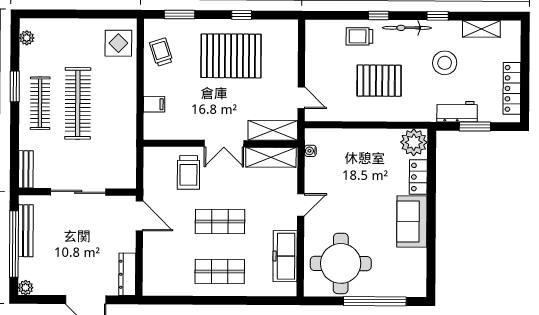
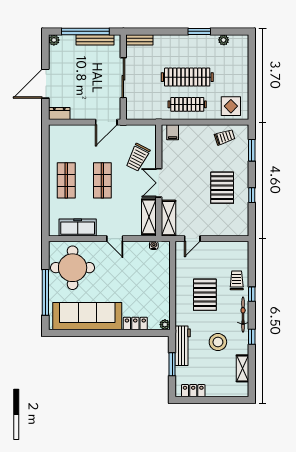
plant: (27, 38) -> (224, 40), moved
pallet: (231, 56) -> (222, 188), width x0.73, depth x0.71
locker: (512, 88) -> (193, 391), width x0.66
clothes rail: (40, 103) -> (187, 104), moved
filing cabinet: (154, 104) -> (173, 132), moved
workbench: (457, 112) -> (183, 346), width x1.38
plant: (414, 142) -> (165, 325), width x0.53, depth x0.53
trolley: (189, 172) -> (138, 157), turned -63
sofa: (412, 222) -> (87, 316), width x1.85, depth x1.27
dresser: (127, 274) -> (59, 114), width x0.70

